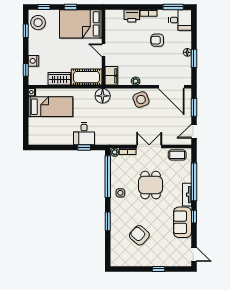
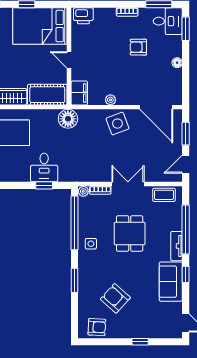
printer: (132, 16) -> (83, 16), moved
window: (194, 58) -> (186, 29), moved
armchair: (125, 258) -> (97, 327), added

